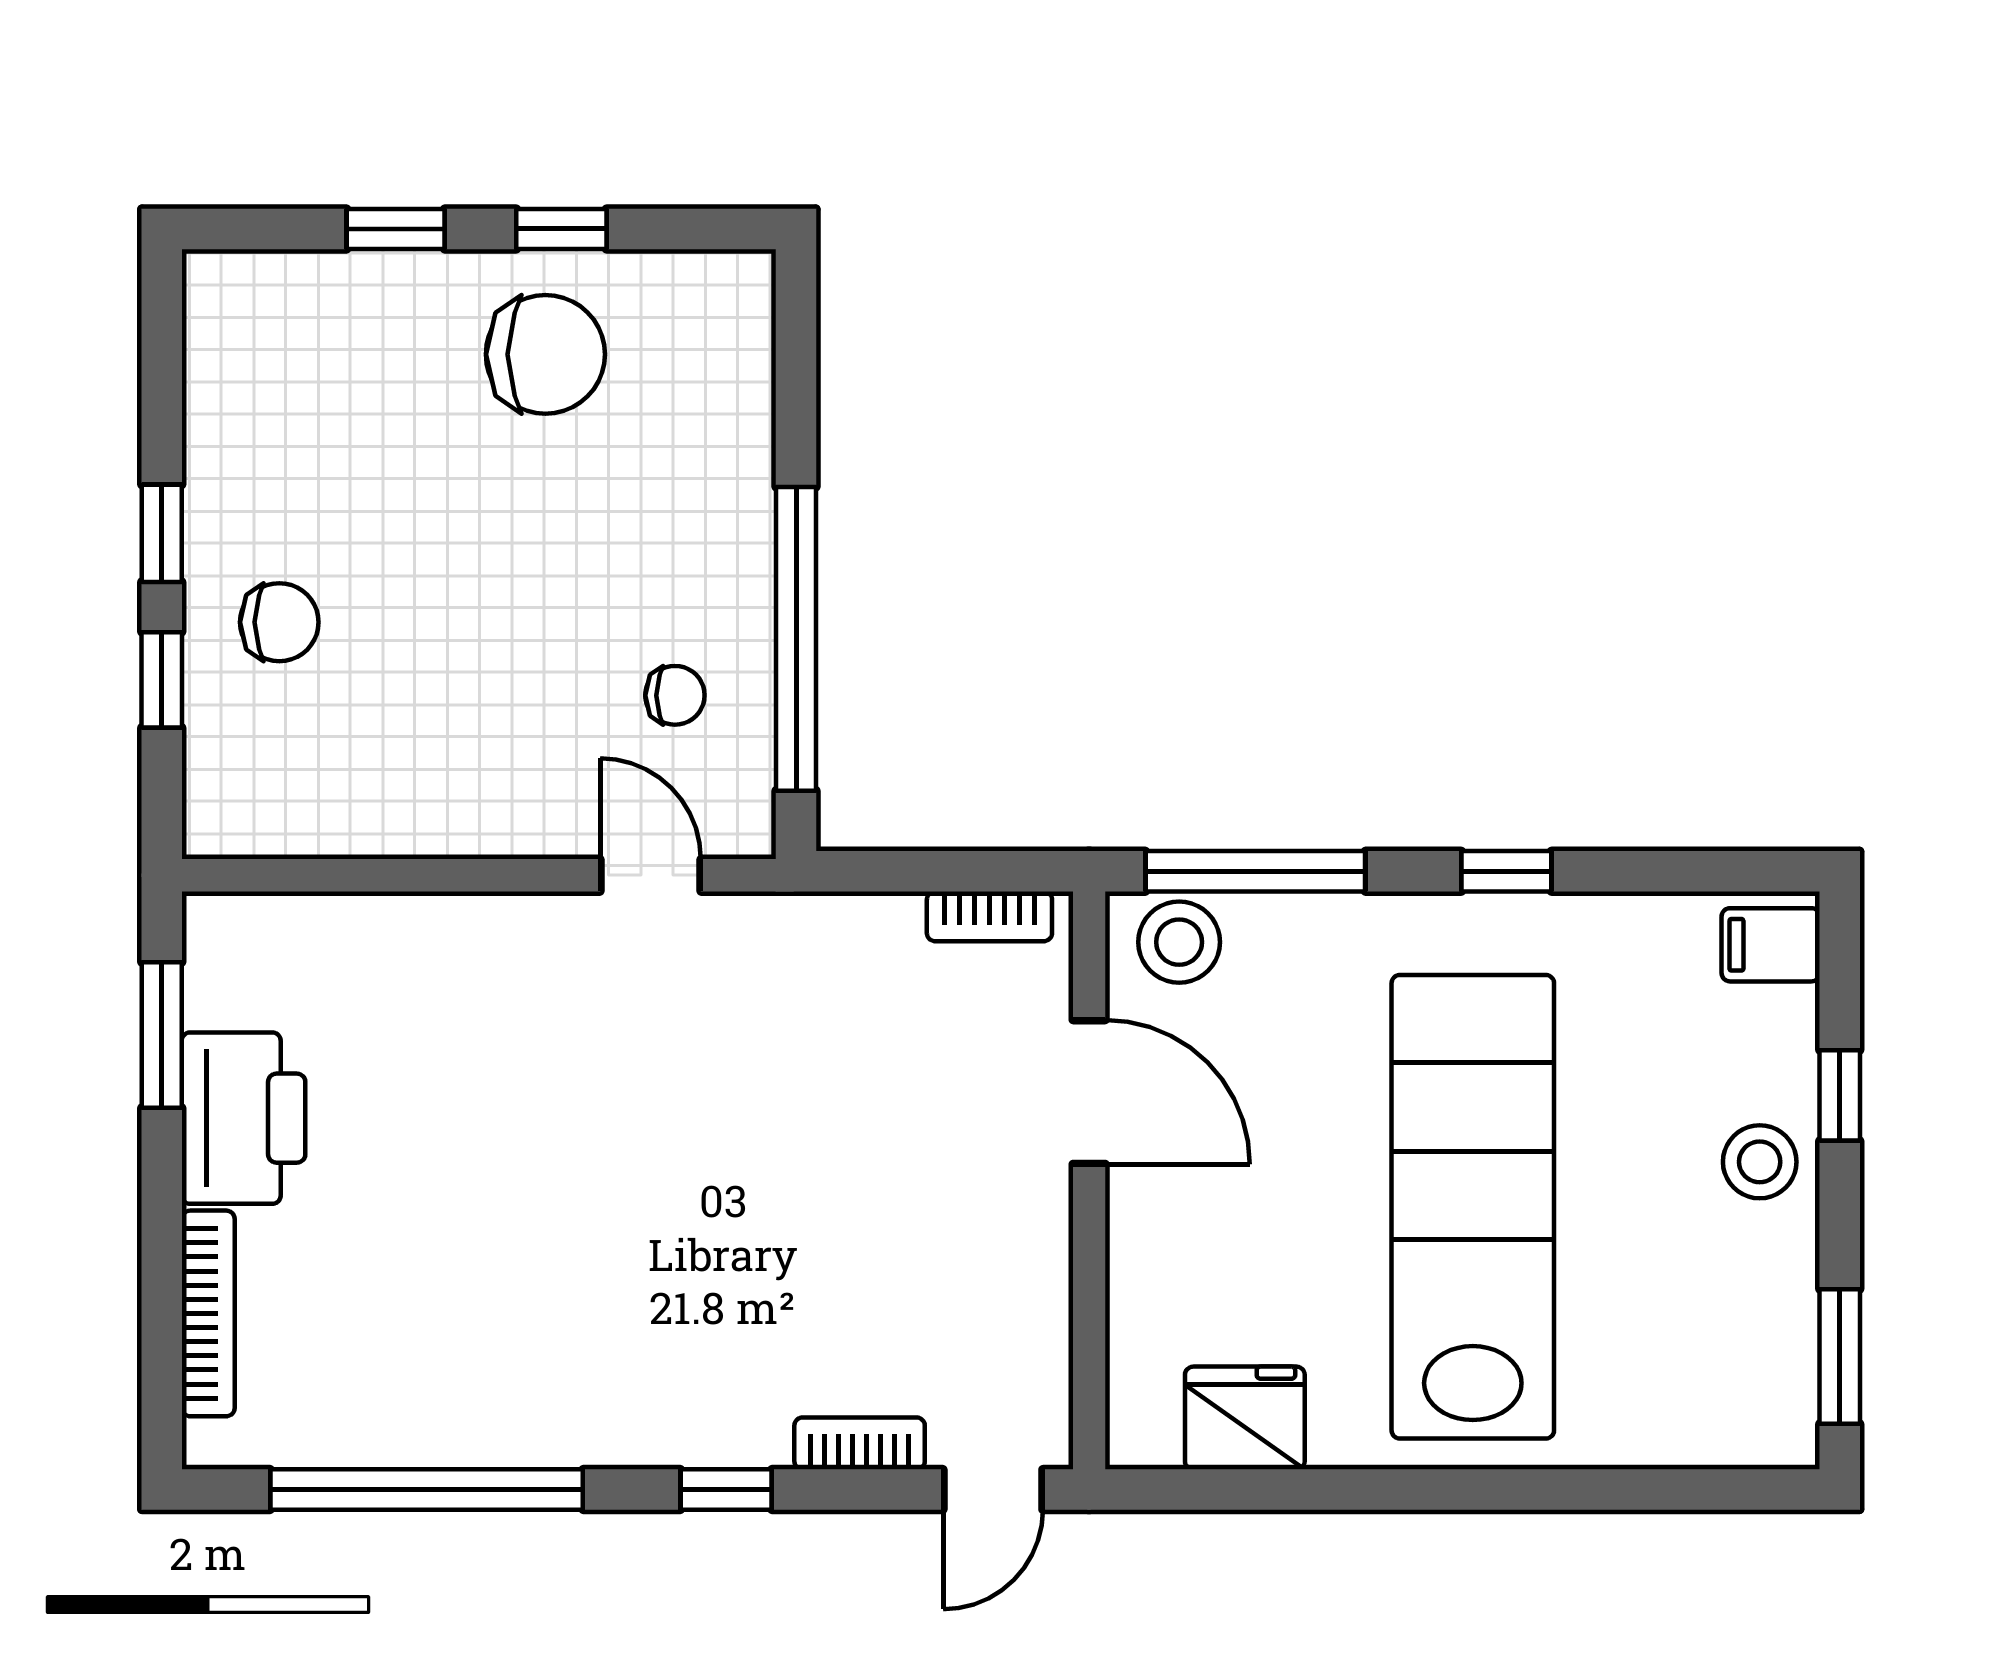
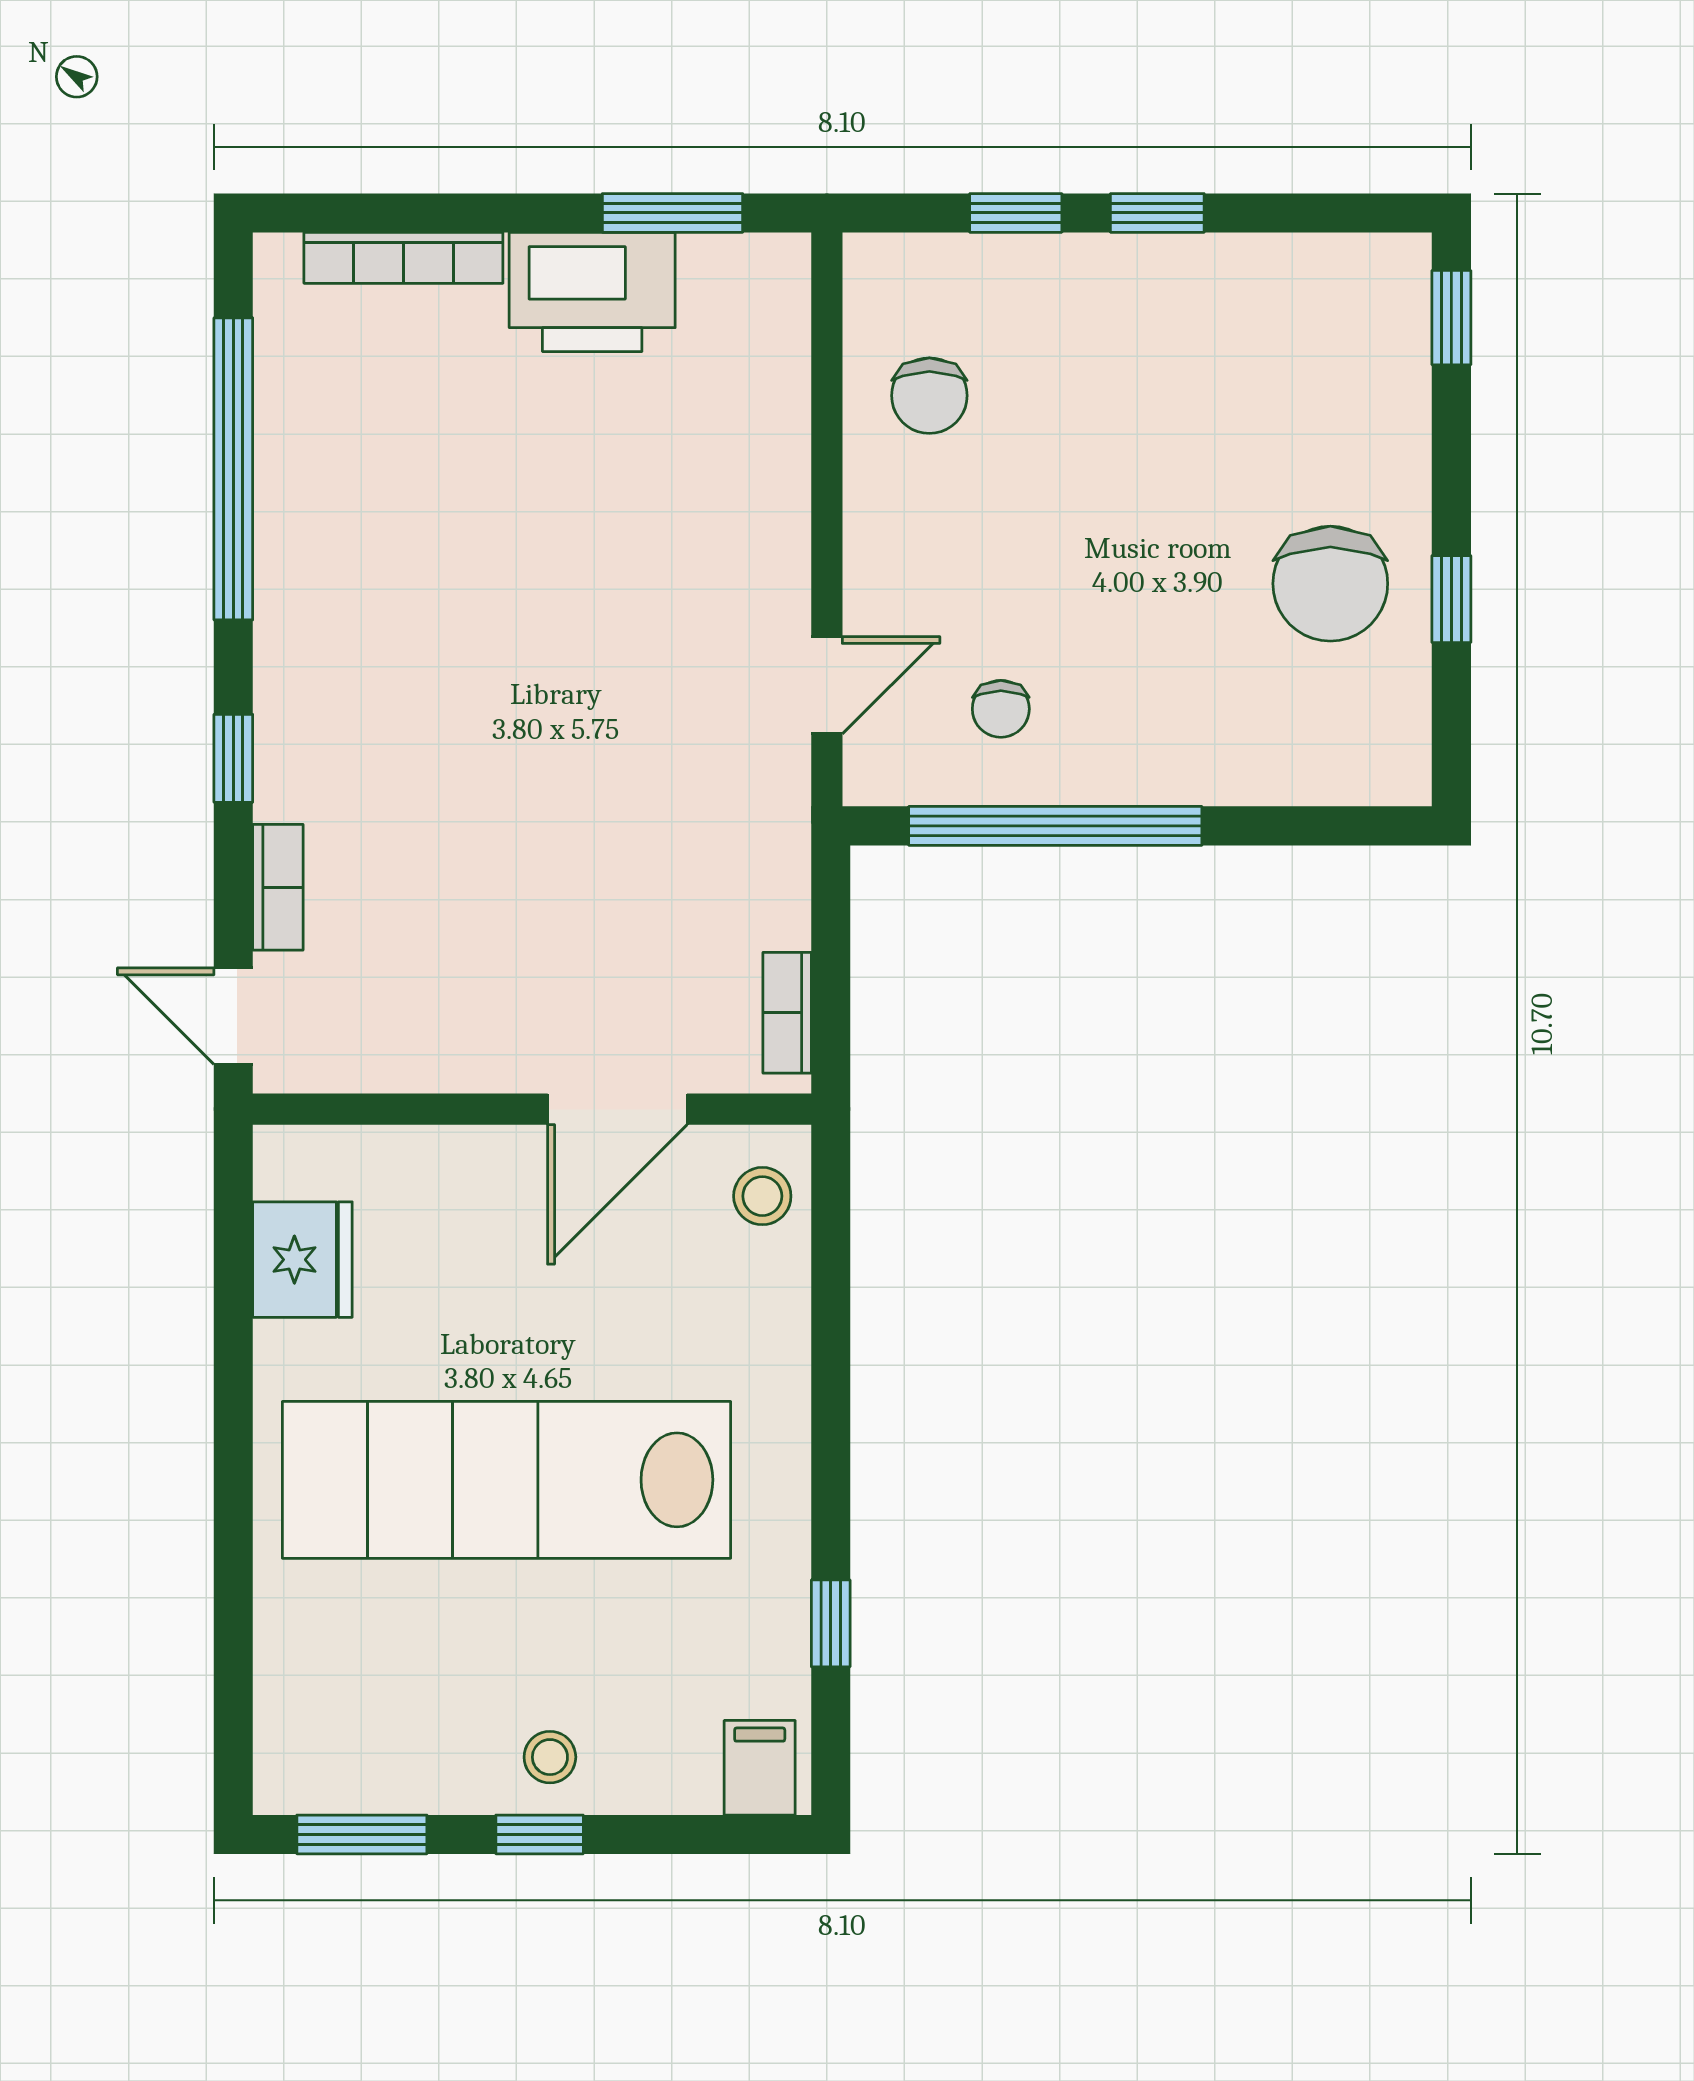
window: (396, 229) -> (1451, 318), moved
chair: (279, 622) -> (929, 396), moved
window: (1255, 871) -> (831, 1270), removed
window: (1506, 871) -> (831, 1623), moved
stool: (1179, 942) -> (762, 1196), width x0.73, depth x0.73
window: (1840, 1095) -> (540, 1834), moved
stool: (1760, 1162) -> (550, 1757), width x0.73, depth x0.73
lab bench: (1473, 1207) -> (507, 1480), turned 180

